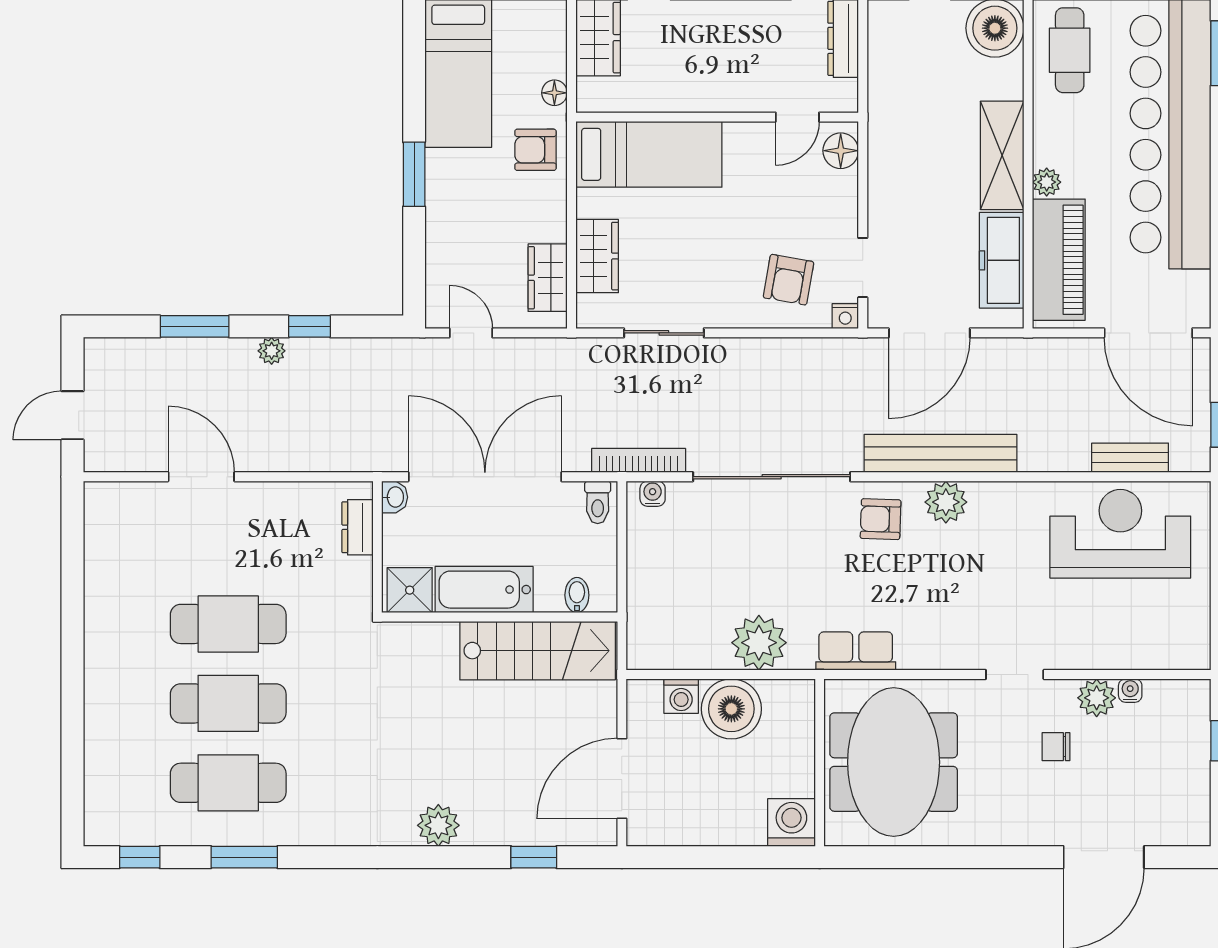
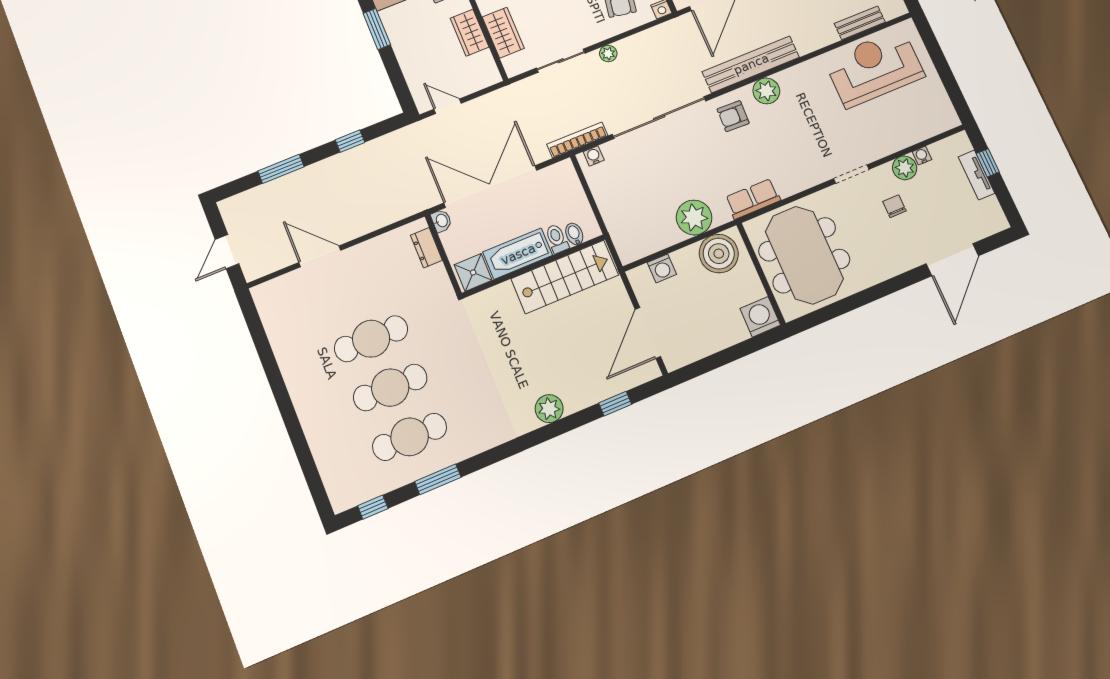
wardrobe: (548, 278) -> (470, 33), moved
plant: (272, 351) -> (608, 54), moved
toilet: (598, 502) -> (557, 239), moved, turned 180
boiler: (731, 709) -> (719, 254), moved
chair: (1056, 747) -> (894, 206), turned 90
tv unit: (1197, 751) -> (976, 175), added

